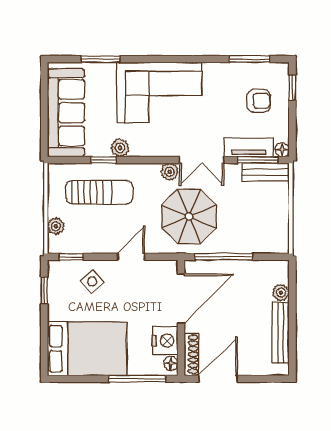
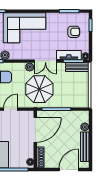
nightstand: (165, 341) -> (27, 151), removed
door: (218, 379) -> (69, 170), moved

